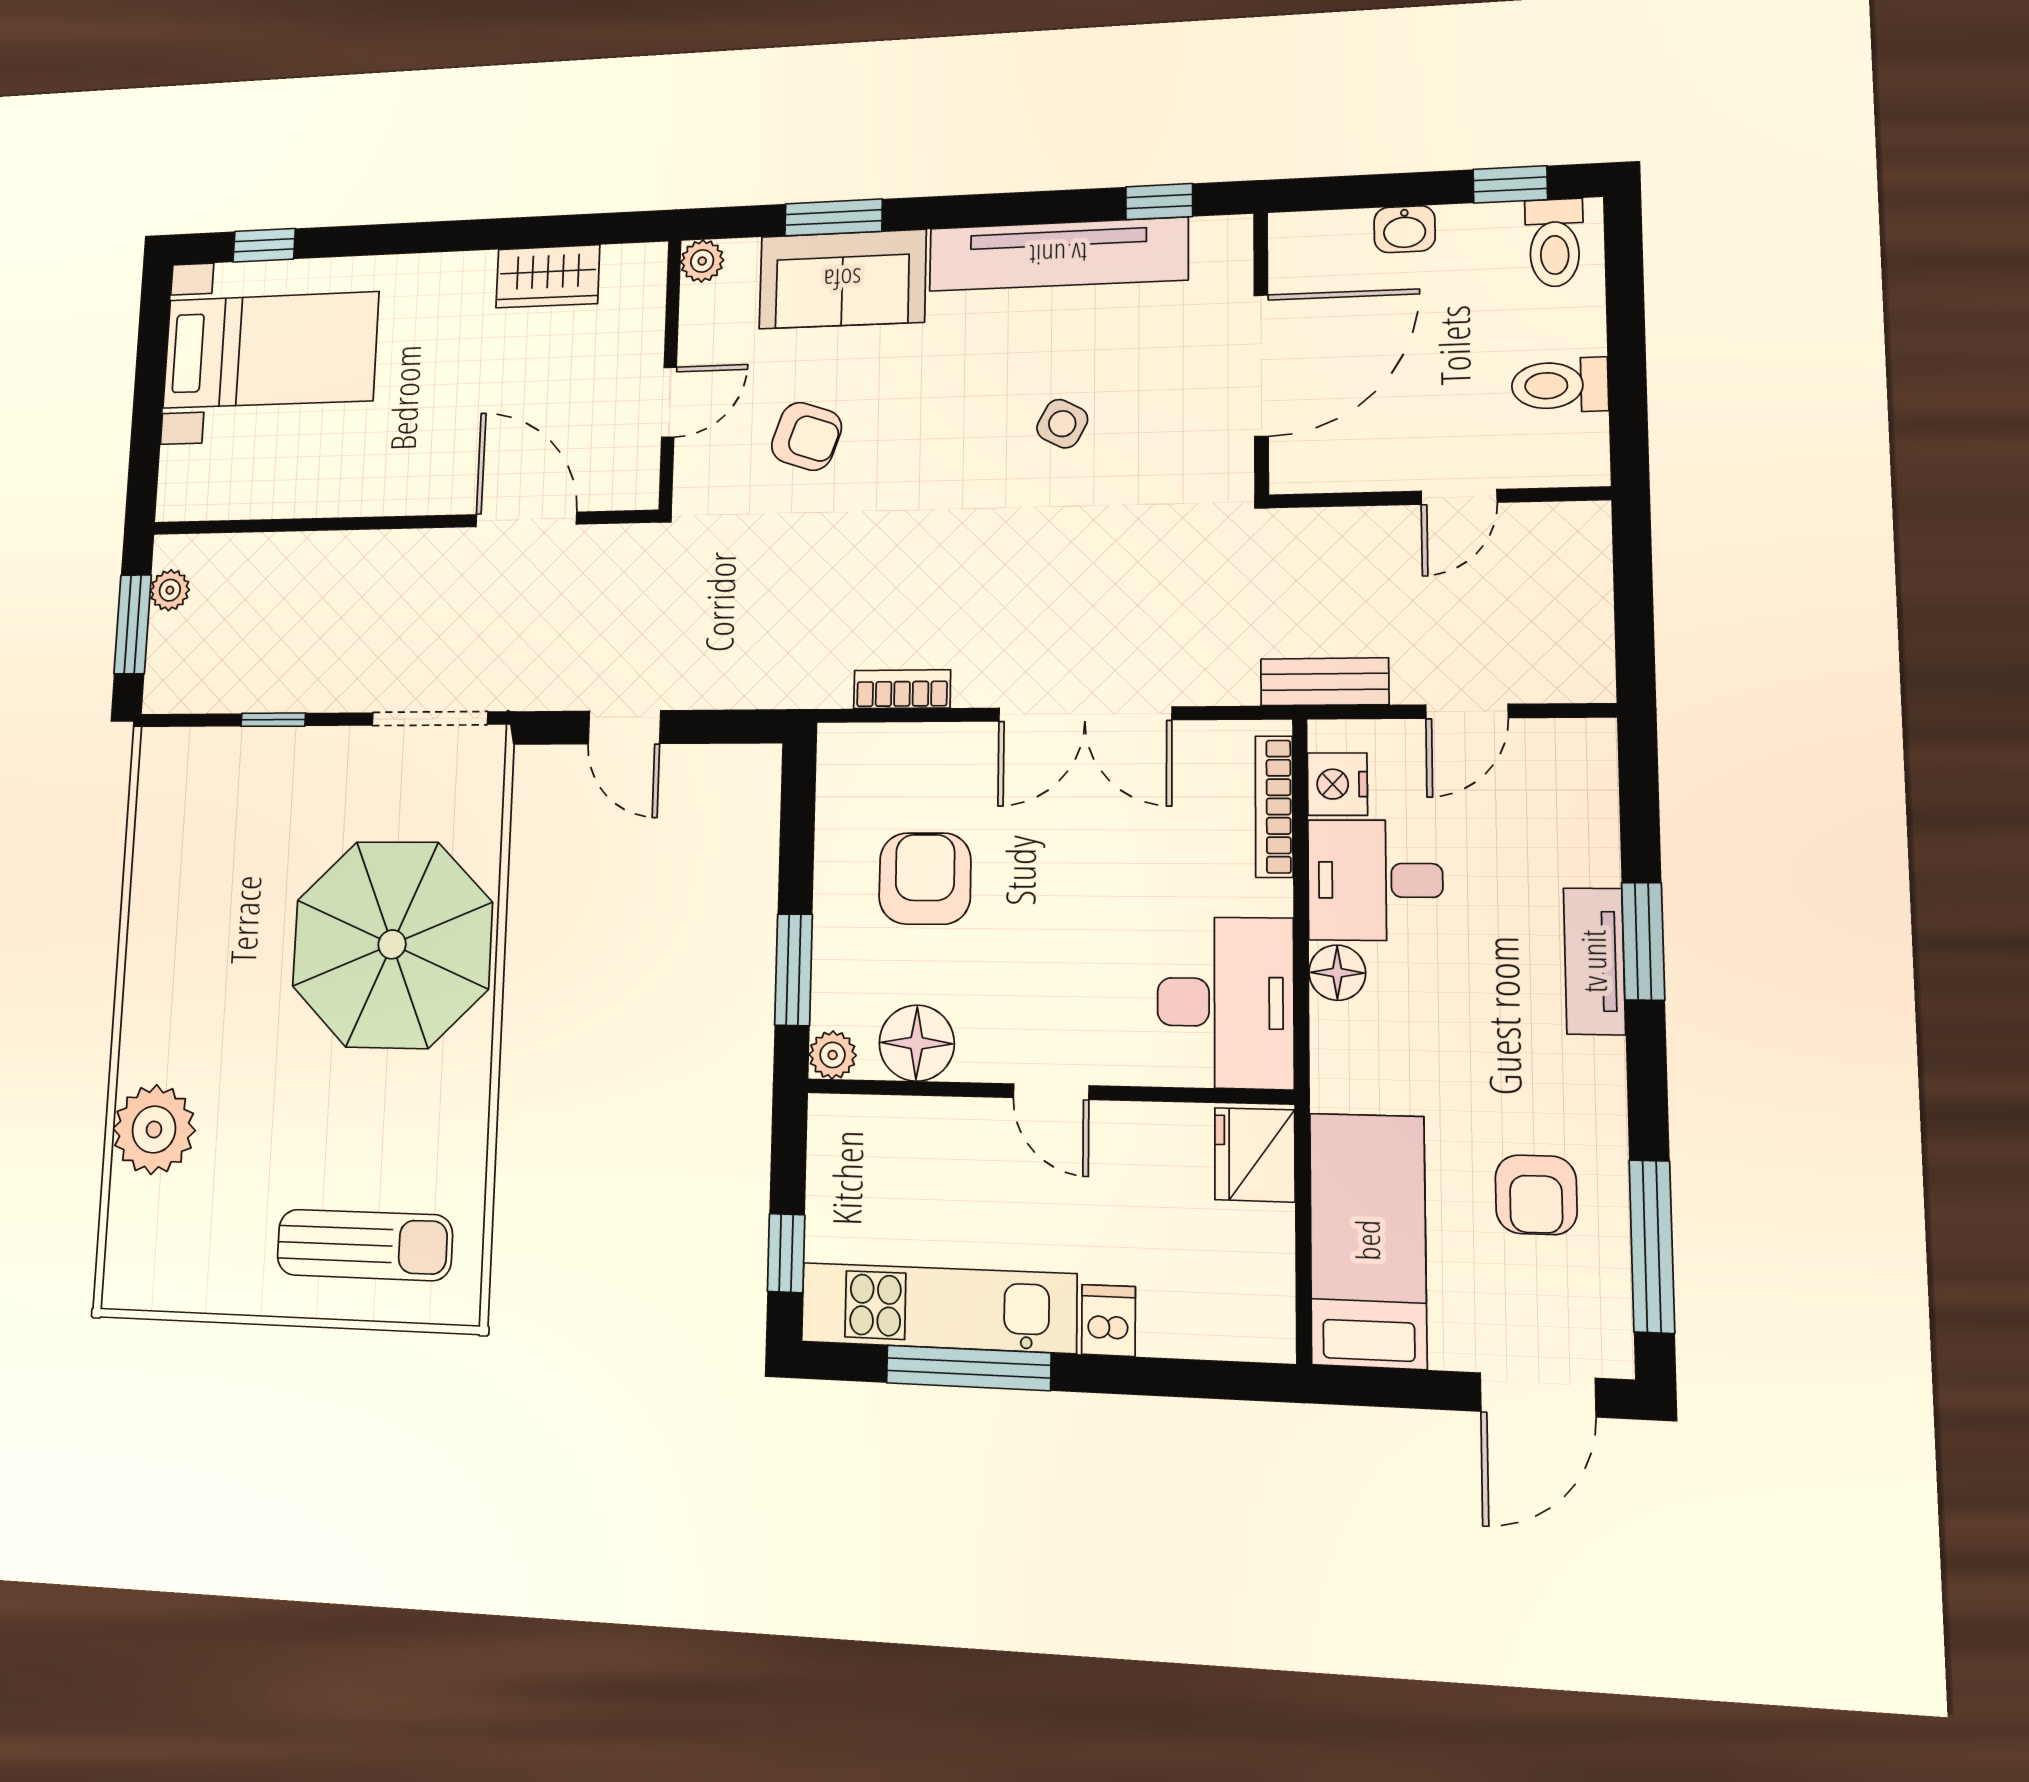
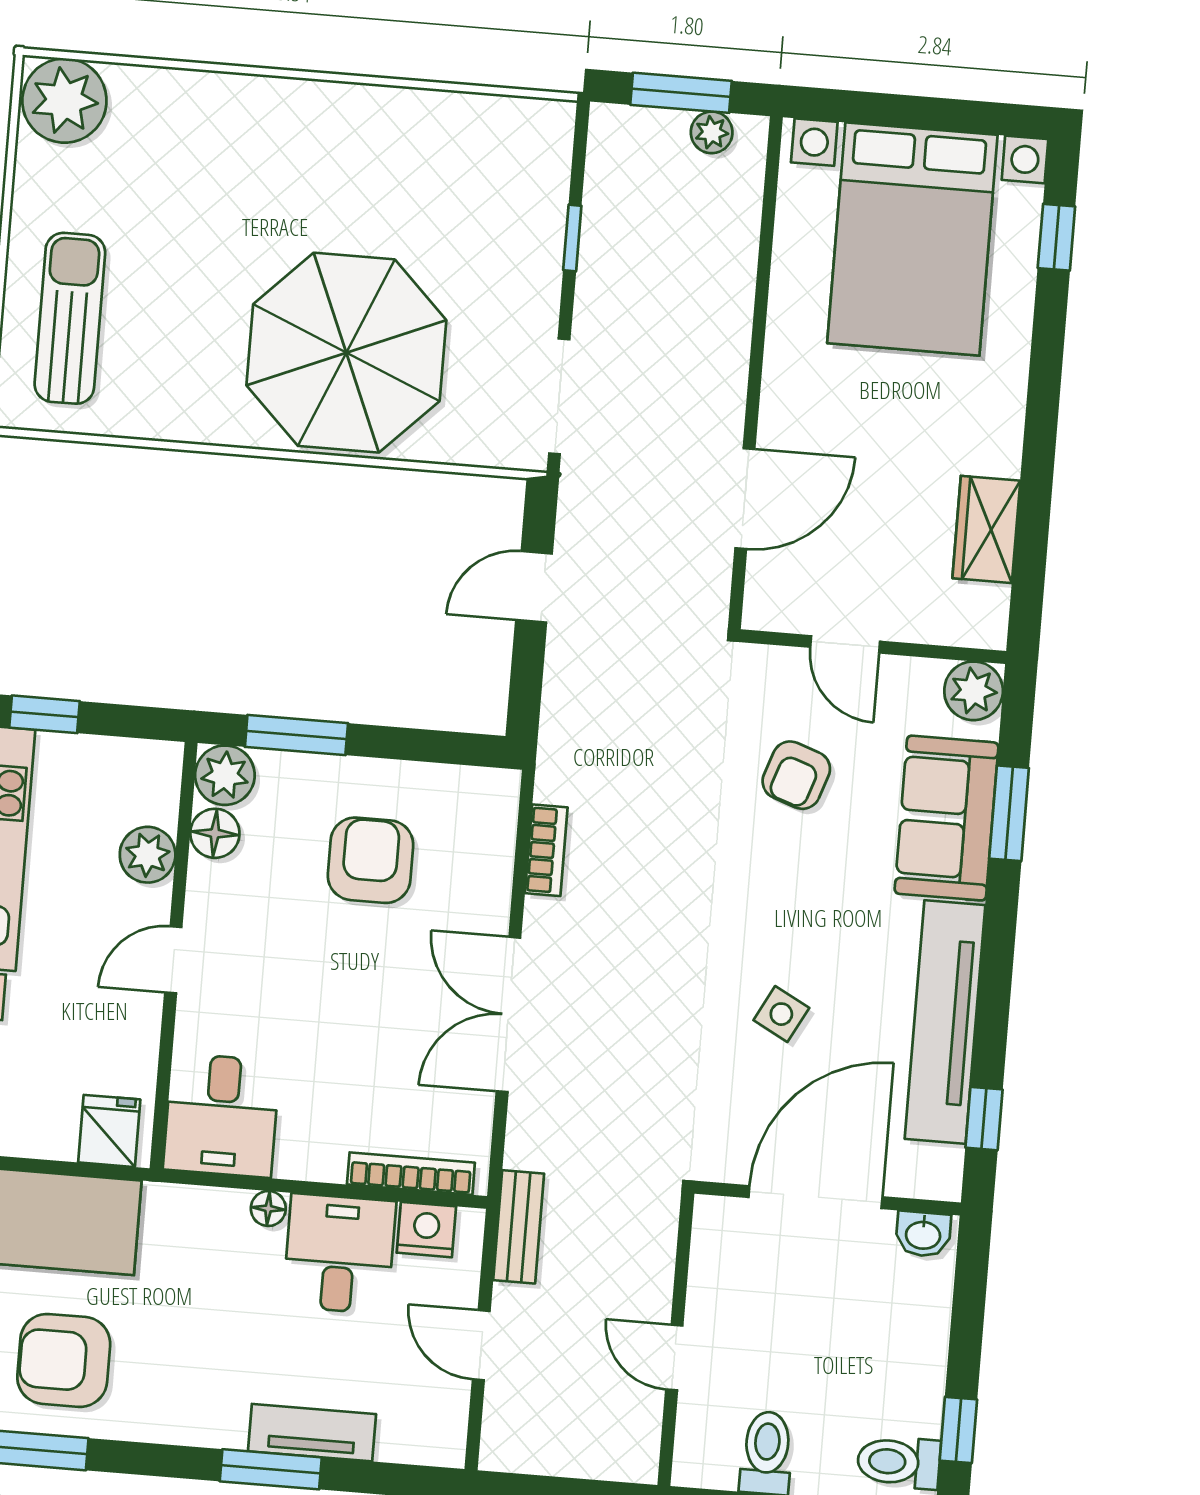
washbasin: (1405, 229) -> (923, 1234), moved, turned -90
plant: (702, 261) -> (974, 691), width x1.38, depth x1.38
bed with nightstands: (270, 350) -> (912, 239), width x1.36
door: (1261, 366) -> (815, 1197), swing flipped
armchair: (925, 879) -> (370, 860), turned -90
tv unit: (1594, 961) -> (312, 1433), moved
floor lamp: (1337, 973) -> (268, 1208), width x0.73, depth x0.73
desk: (1225, 1003) -> (222, 1115), width x0.73
floor lamp: (917, 1043) -> (215, 833), width x0.73, depth x0.73
plant: (833, 1055) -> (225, 775), width x1.38, depth x1.38
plant: (935, 1128) -> (148, 855), added
plant: (154, 1129) -> (64, 101), moved
fridge: (1255, 1155) -> (109, 1131), width x0.72
armchair: (1536, 1195) -> (64, 1360), width x1.38, depth x1.38
sun lounger: (364, 1245) -> (70, 318), turned 180

